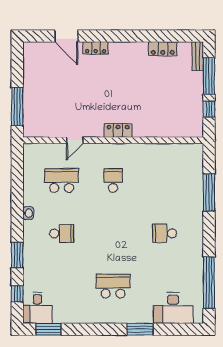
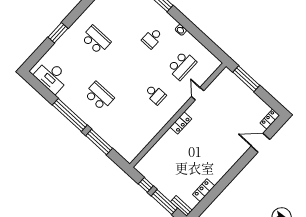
locker: (96, 48) -> (270, 119), moved
school desk: (165, 233) -> (99, 96), width x1.85
window: (209, 283) -> (70, 115), moved
school desk: (113, 286) -> (96, 40), turned -90
desk: (173, 308) -> (52, 76), moved, turned -90

